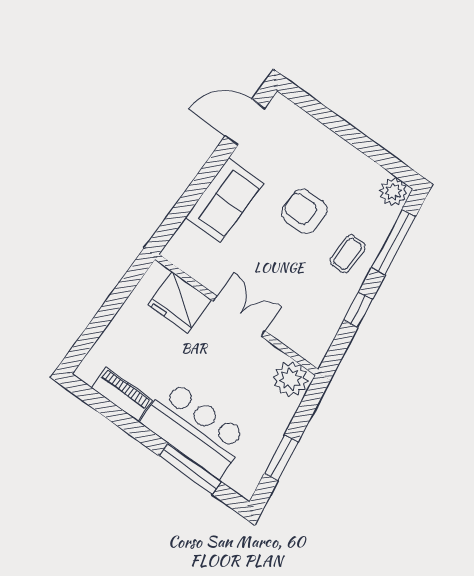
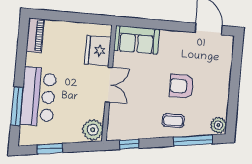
sofa: (224, 200) -> (137, 40), moved
armchair: (304, 211) -> (181, 86), turned -90
window: (358, 310) -> (129, 144), moved
piano: (122, 394) -> (35, 35), moved

